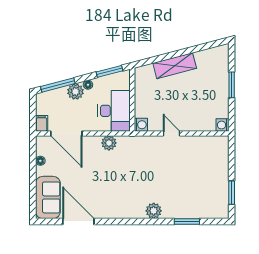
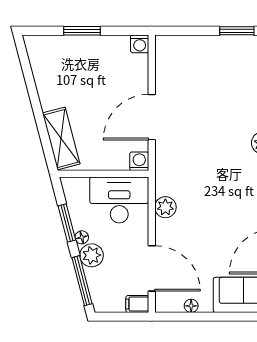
shelving: (175, 66) -> (61, 138), moved
window: (109, 71) -> (67, 223), moved
door: (66, 133) -> (152, 268), hinge flipped
door: (172, 133) -> (152, 117), width x1.87

